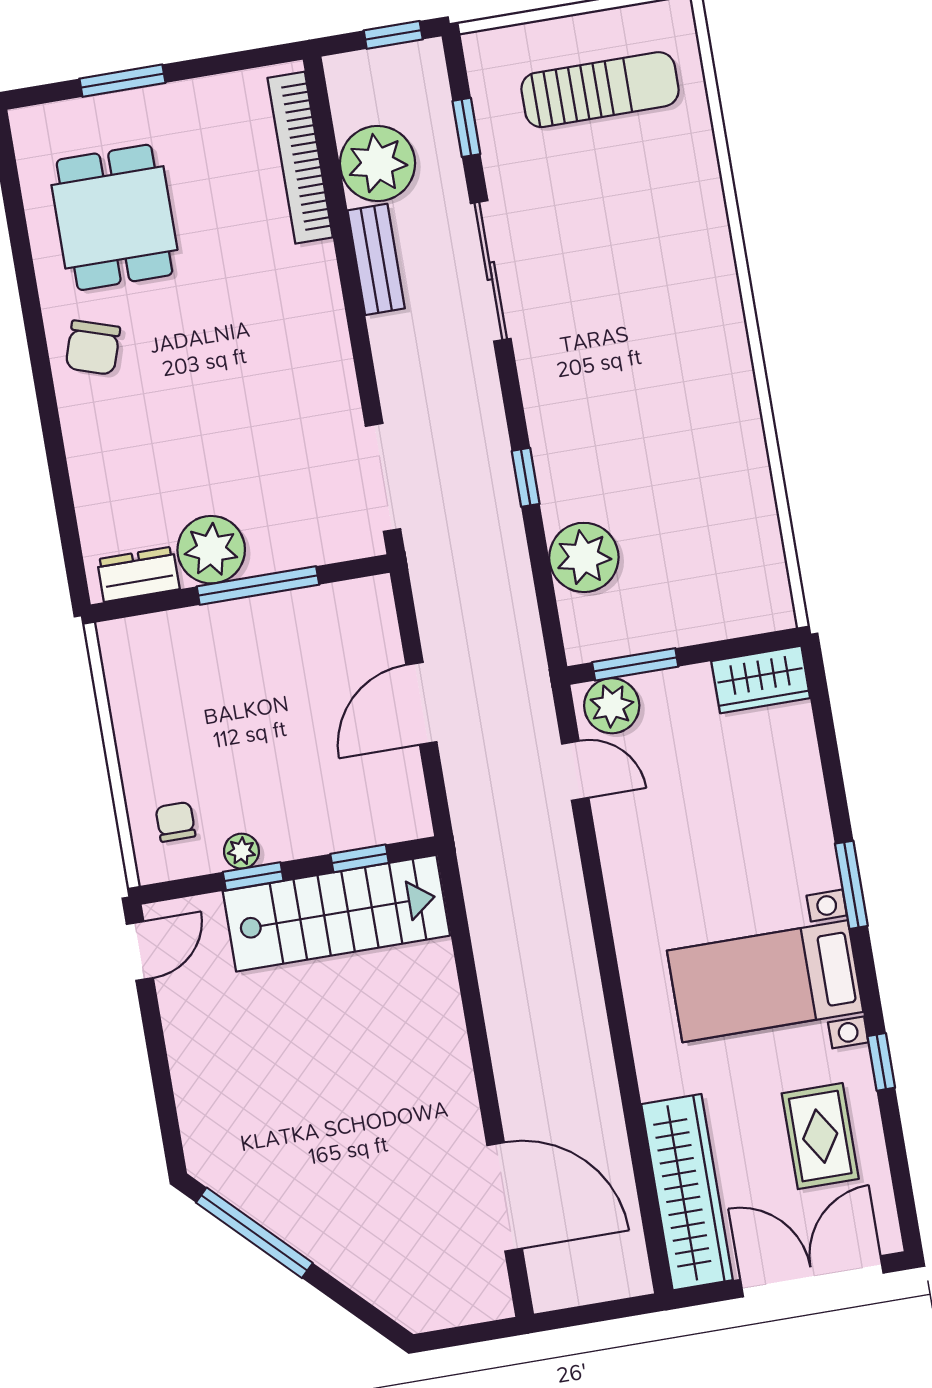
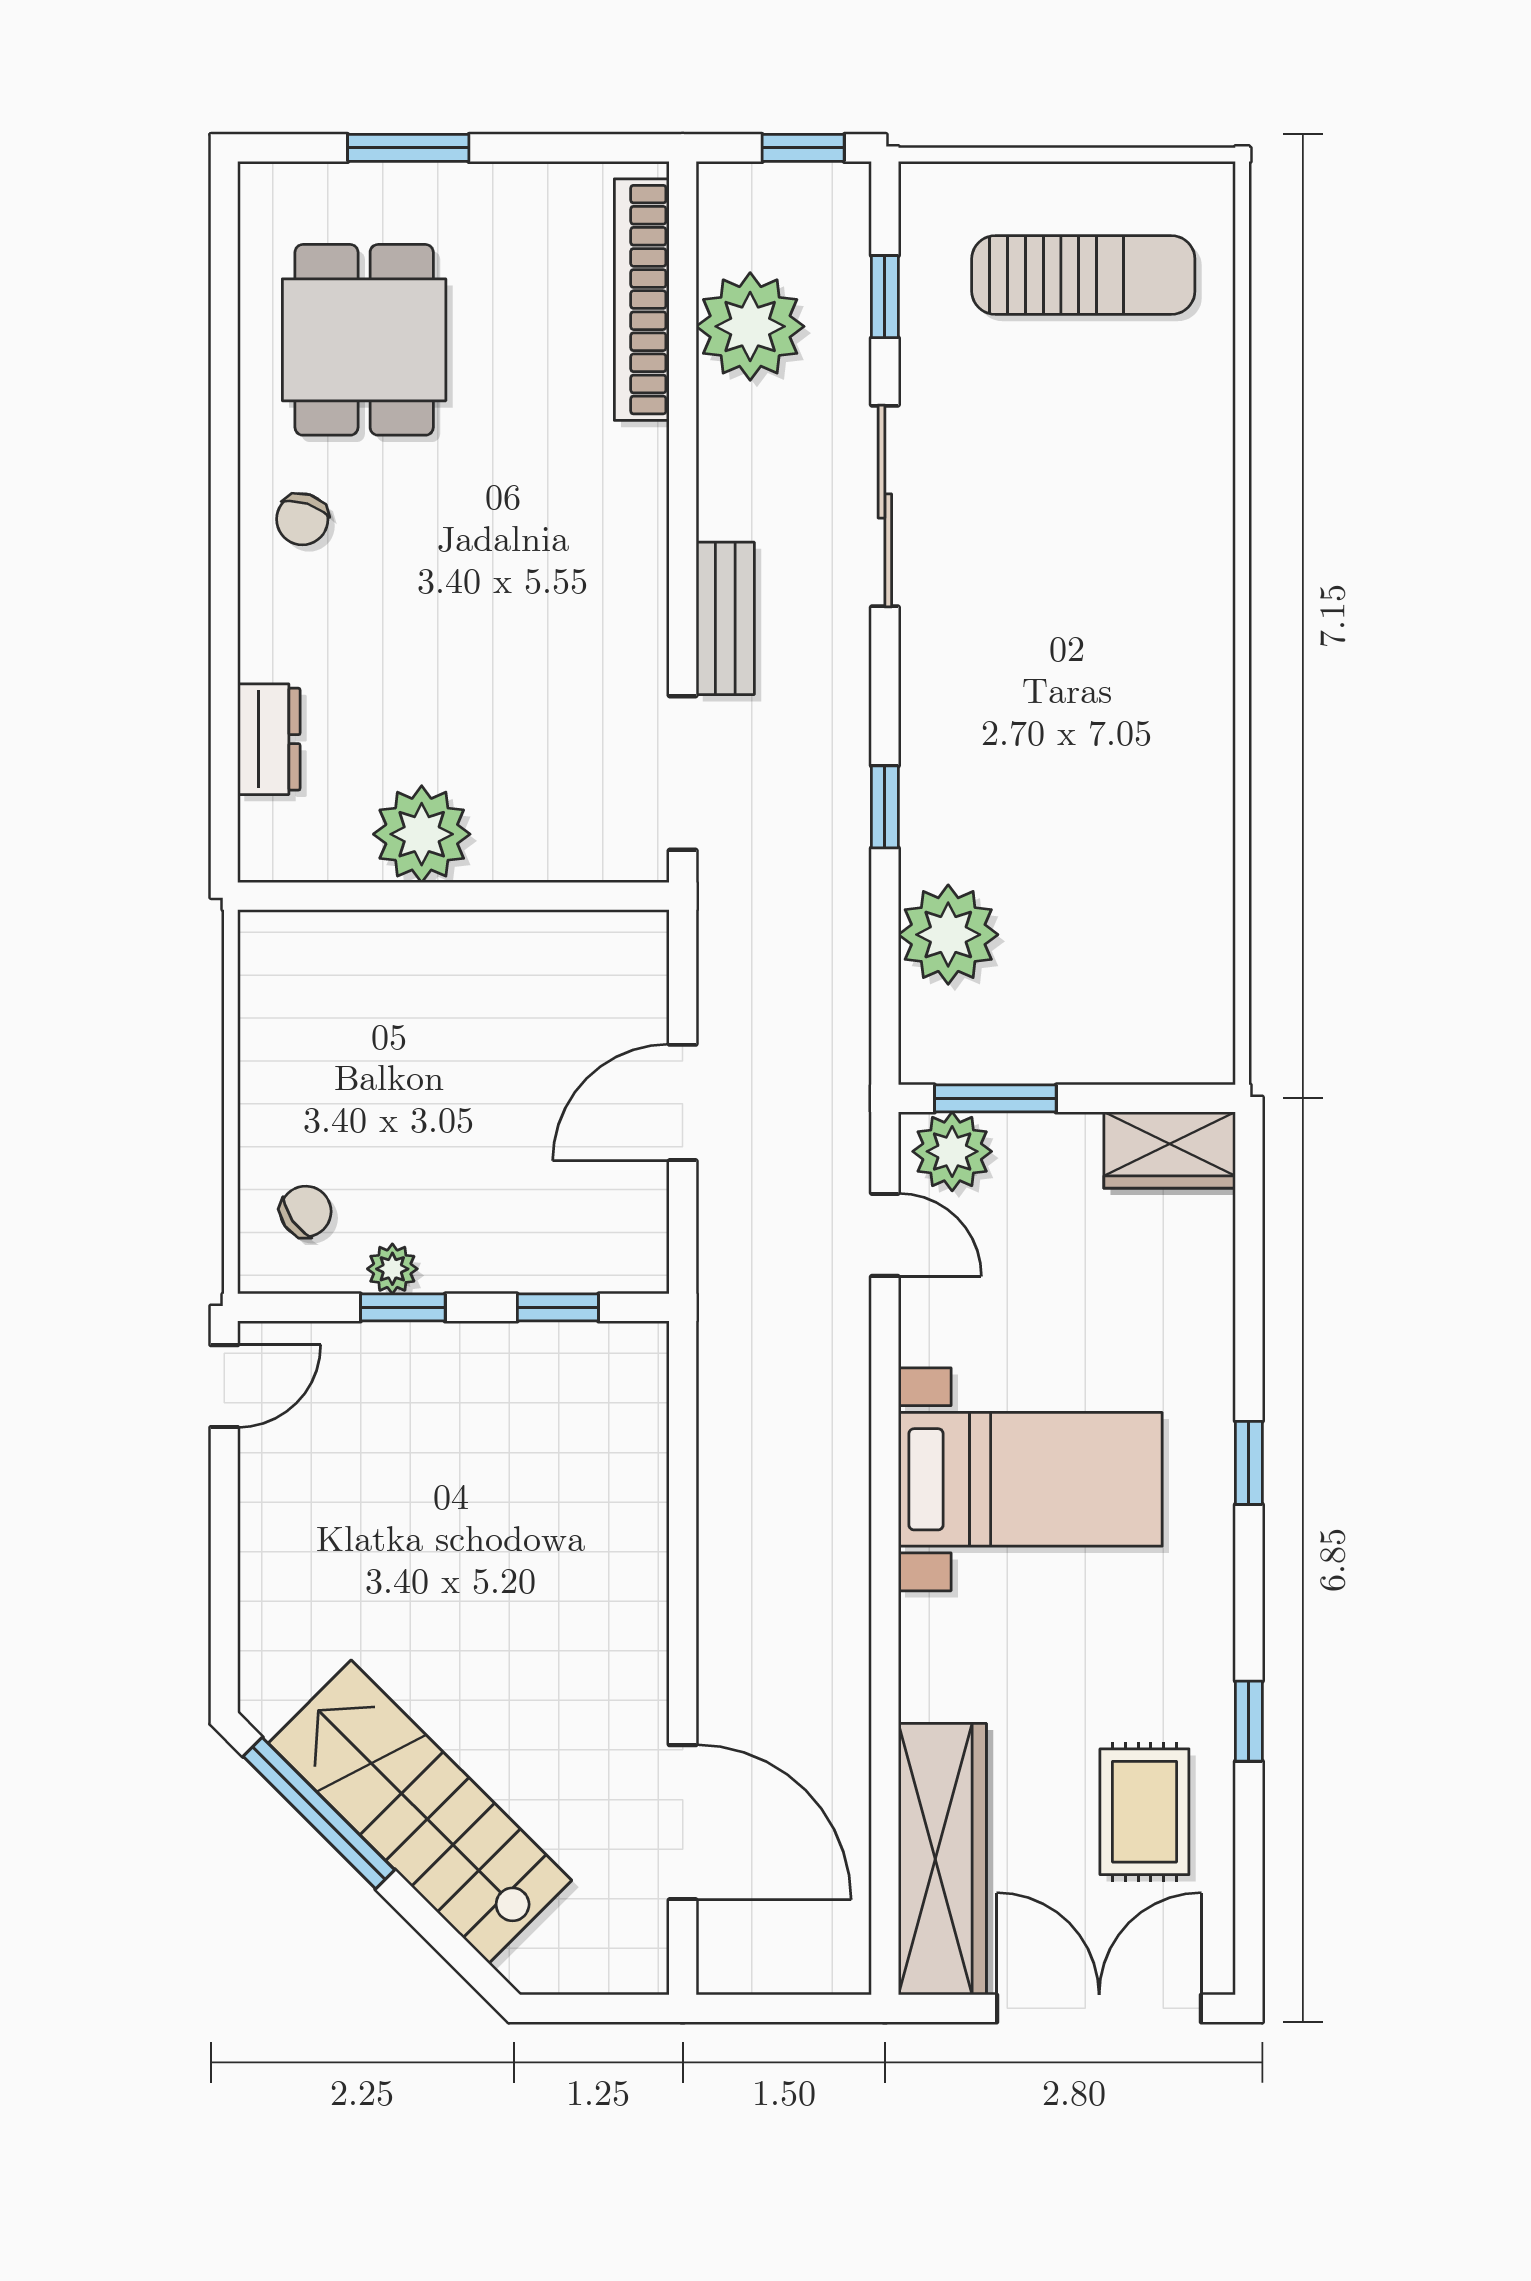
bench: (376, 259) -> (725, 618), moved
chair: (93, 348) -> (302, 519), width x0.73, depth x0.73
dresser: (138, 574) -> (269, 739), moved, turned 90
window: (258, 586) -> (479, 896), removed
chair: (175, 822) -> (306, 1211), turned 55
window: (851, 885) -> (1249, 1463), width x0.67
stairs: (336, 913) -> (420, 1812), moved, turned -135
bed with nightstands: (765, 981) -> (1030, 1479), moved, turned 180

